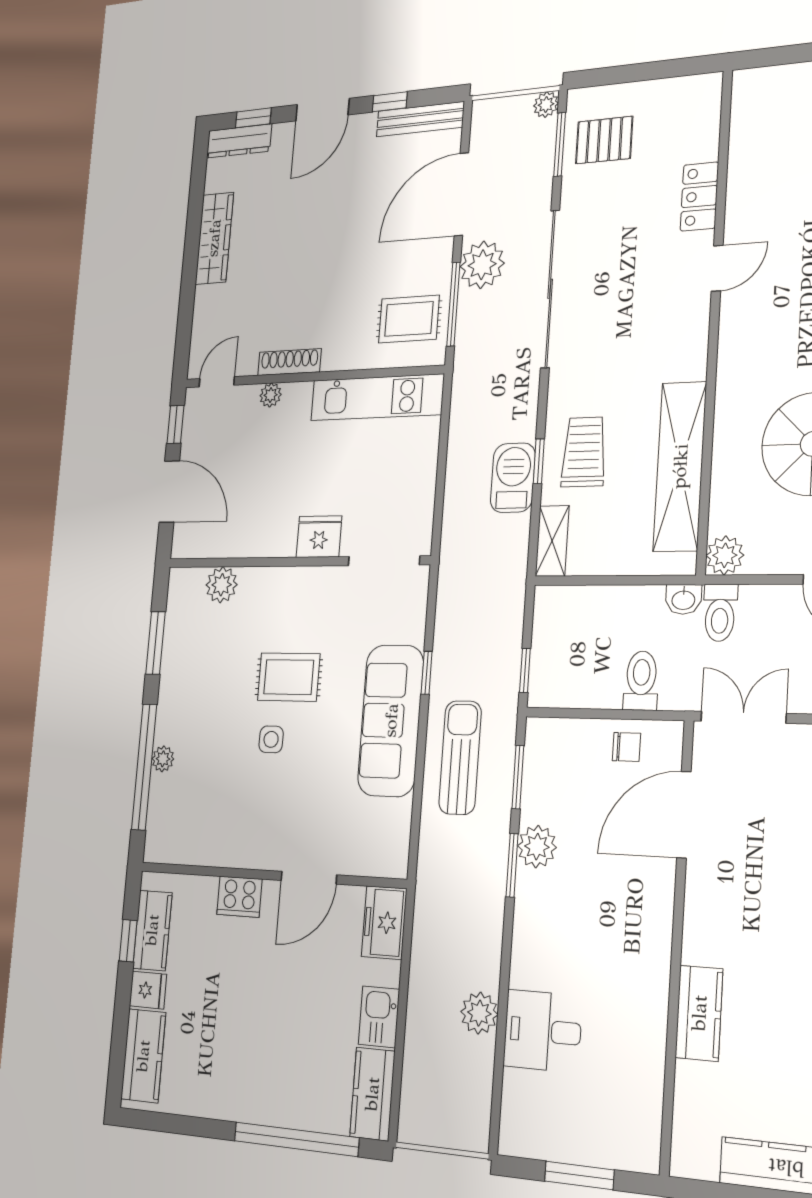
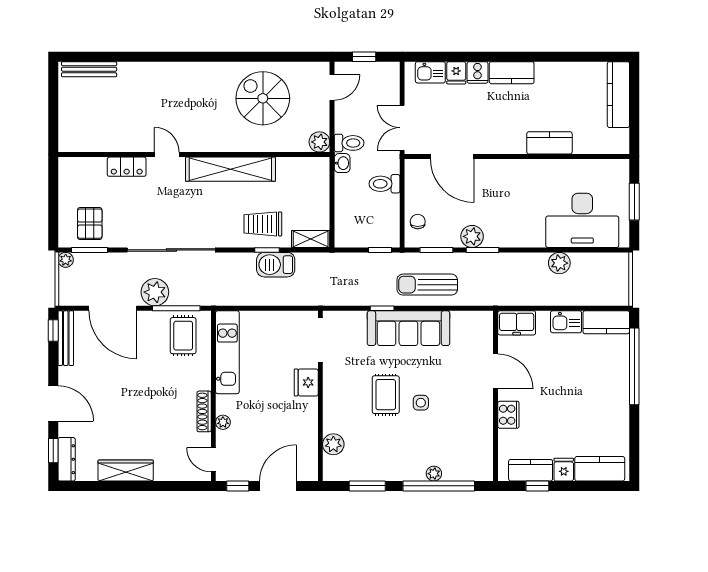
window: (390, 102) -> (53, 331), moved
shelving: (680, 466) -> (230, 169), moved
chair: (626, 747) -> (418, 222), moved
desk: (543, 1031) -> (582, 220), width x1.87, depth x1.30

